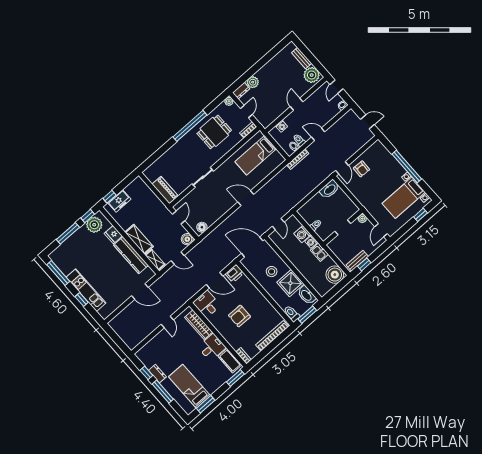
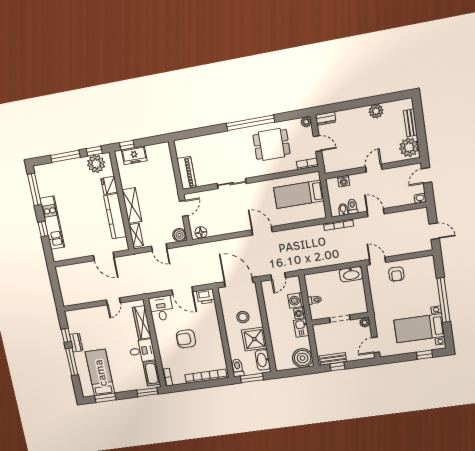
plant: (253, 82) -> (376, 111), moved
door: (246, 111) -> (317, 144), hinge flipped
door: (342, 168) -> (377, 261), swing flipped

